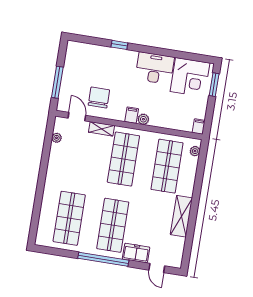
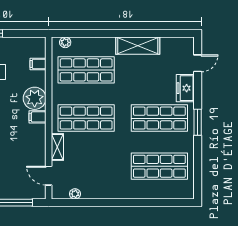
chair: (99, 98) -> (24, 155), removed
door: (77, 117) -> (49, 176), hinge flipped
plant: (143, 119) -> (35, 98), width x1.88, depth x1.88
filing cabinet: (199, 126) -> (38, 64), moved
window: (103, 259) -> (198, 122), width x0.47

